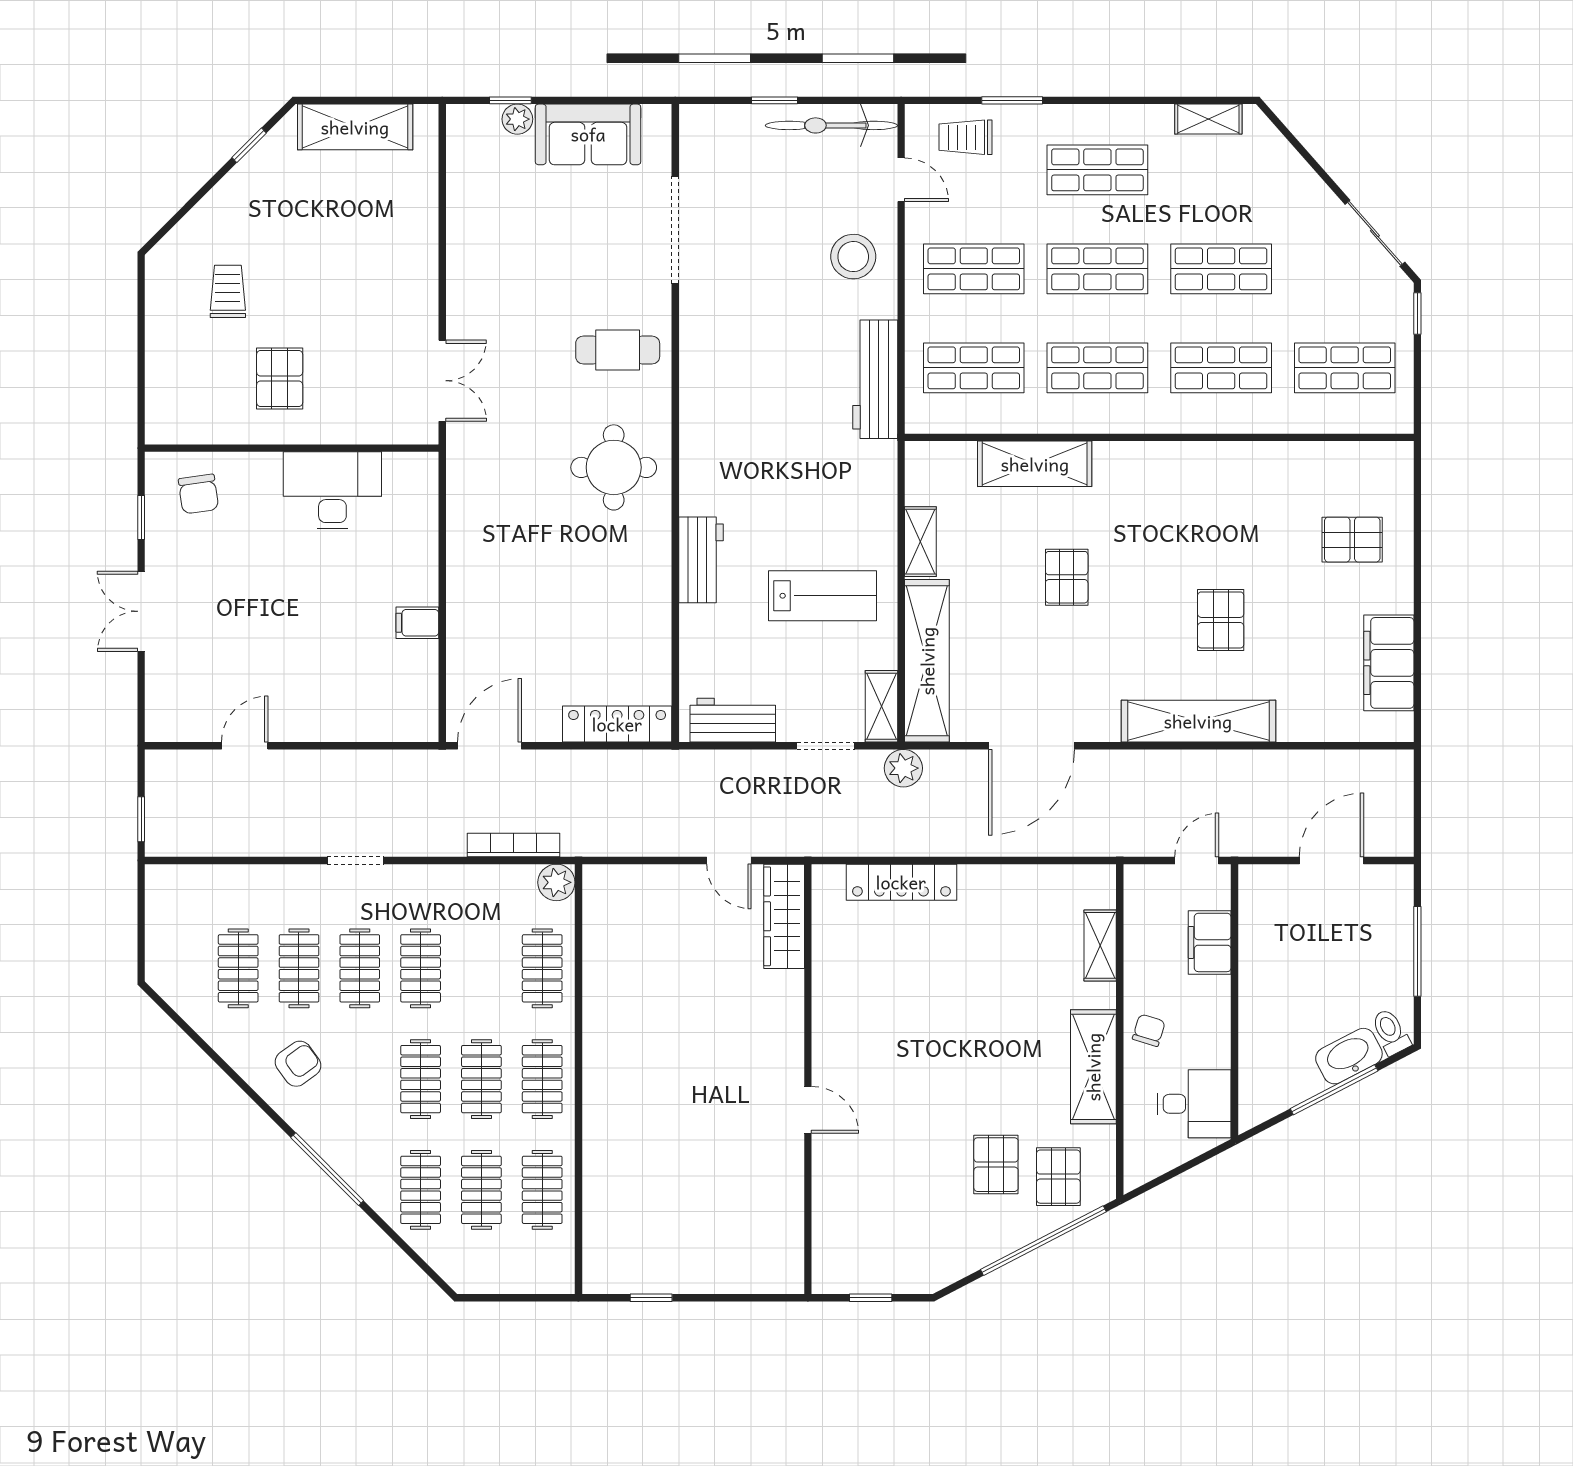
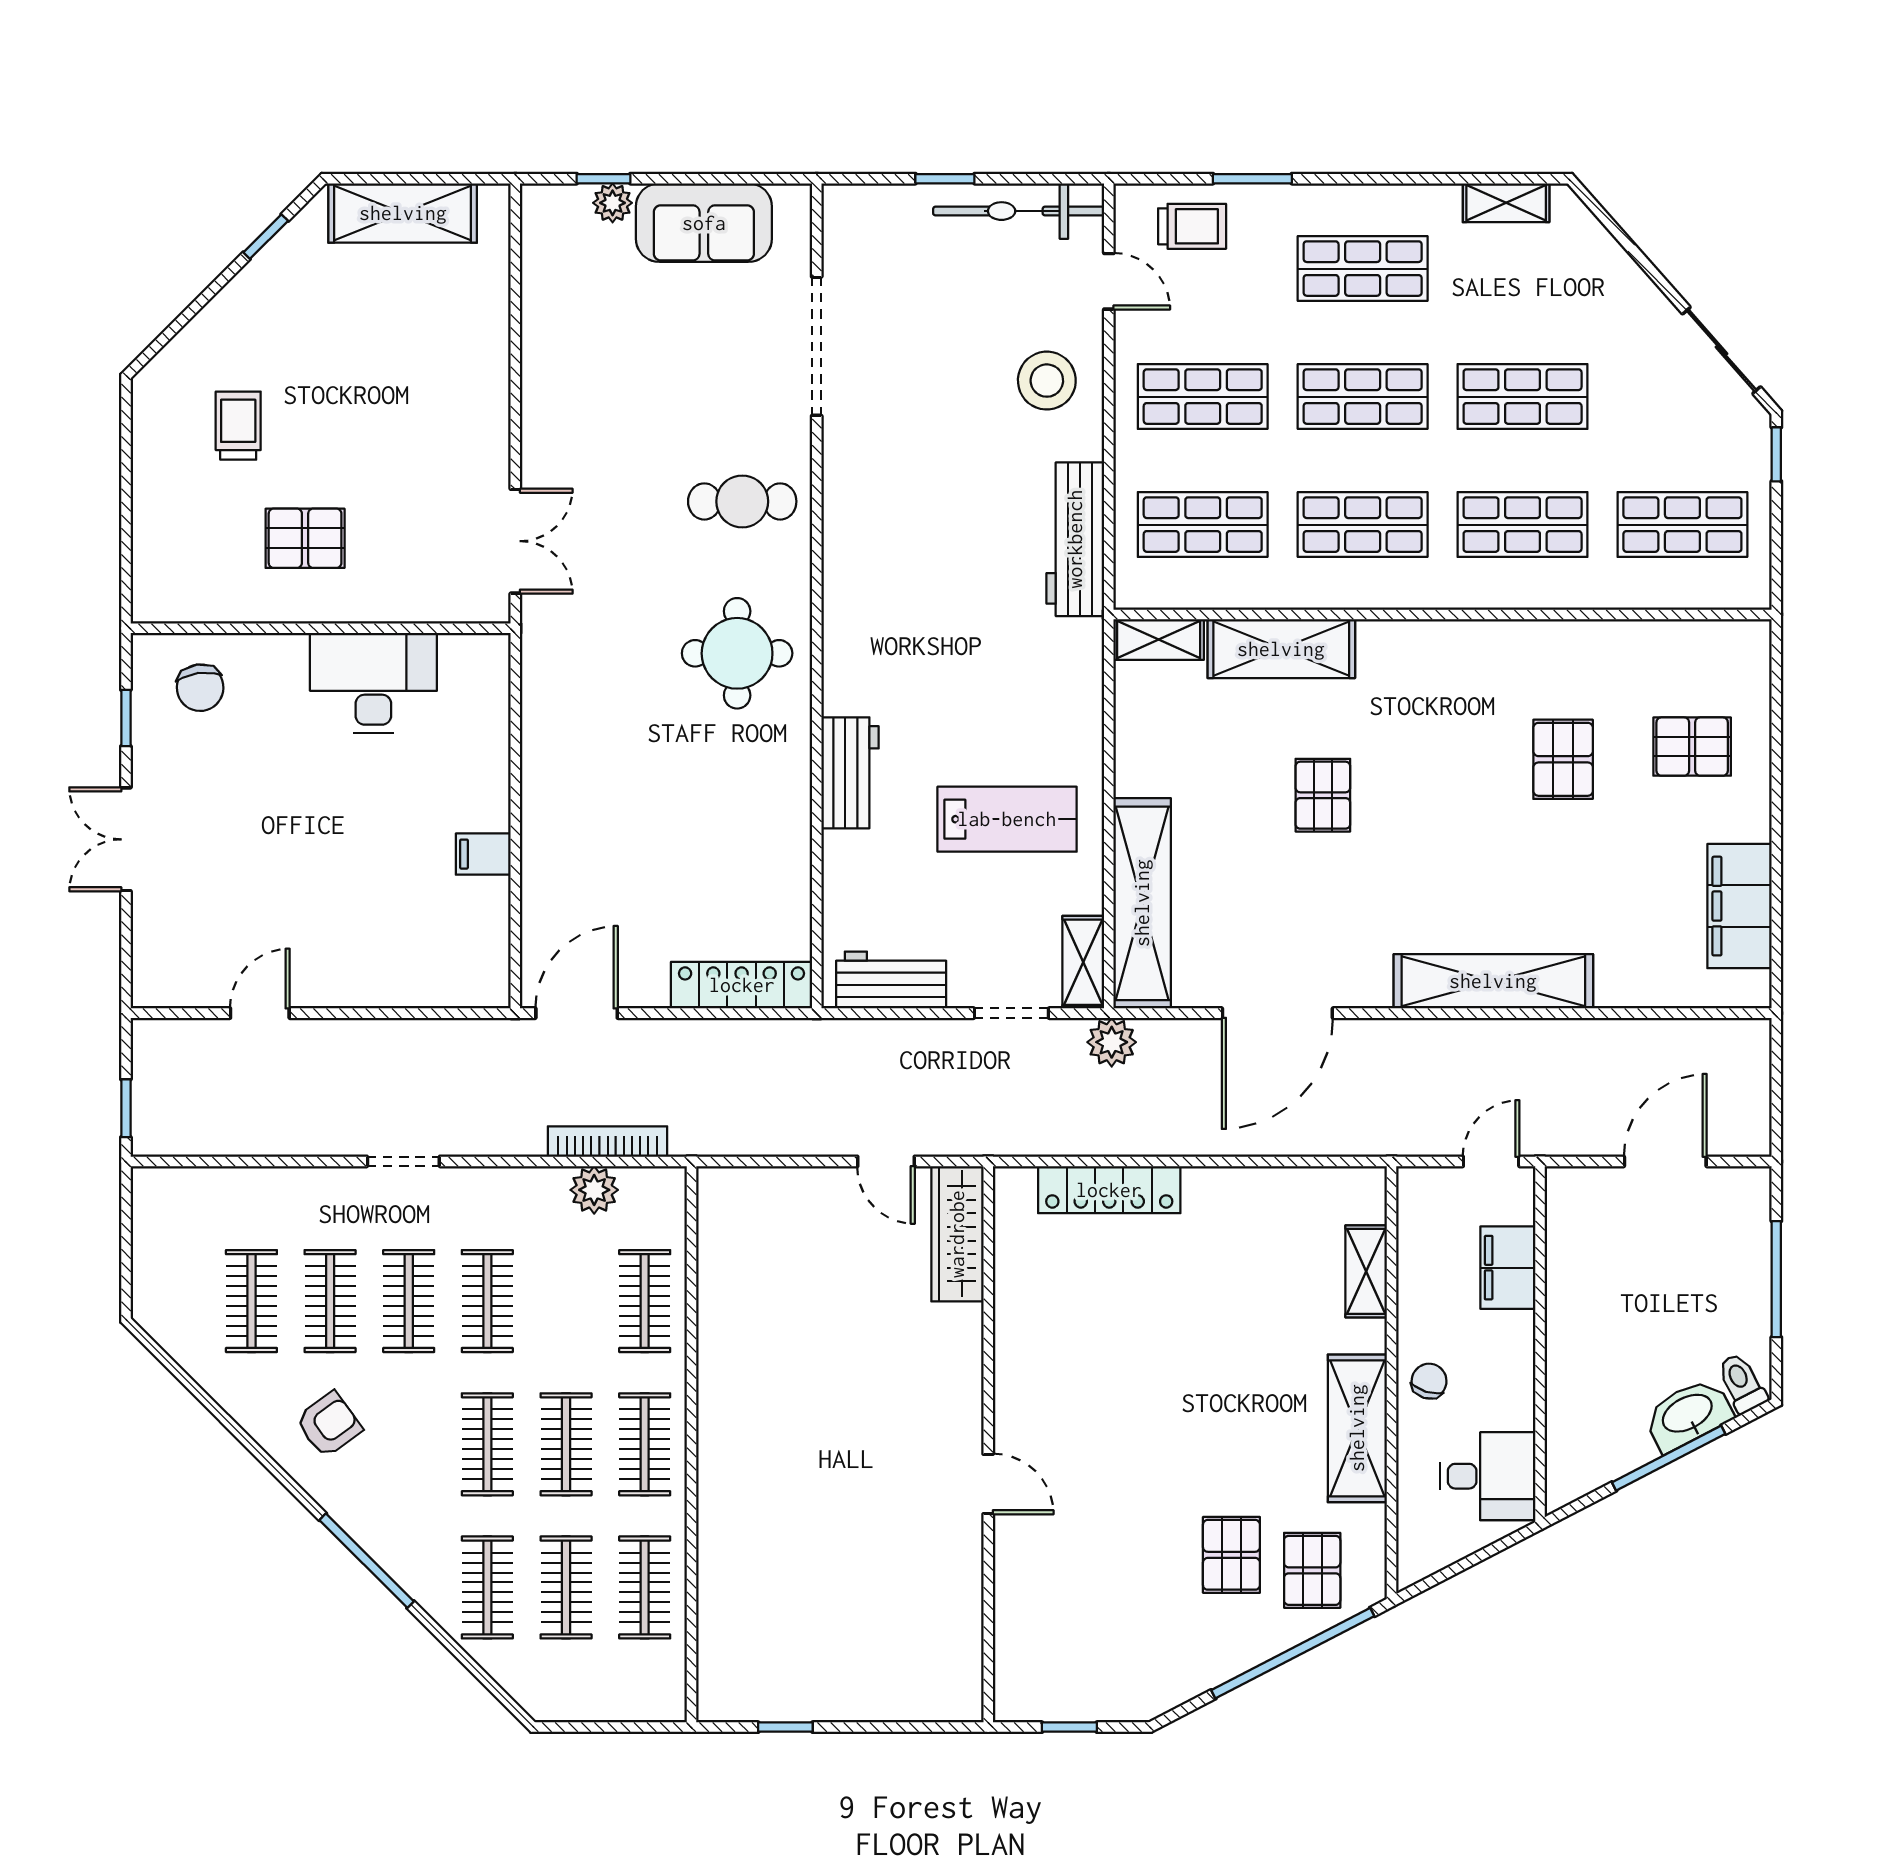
trolley: (966, 137) -> (1192, 226), turned 180
pallet: (280, 378) -> (305, 538), turned 90
shelving: (920, 542) -> (1159, 639), moved, turned 90
pallet: (1221, 620) -> (1563, 759), moved
plant: (556, 882) -> (594, 1190), moved

